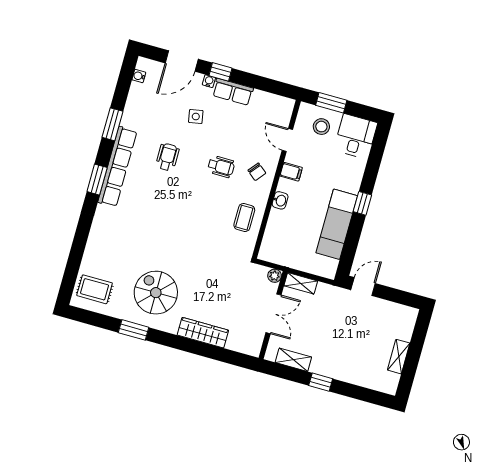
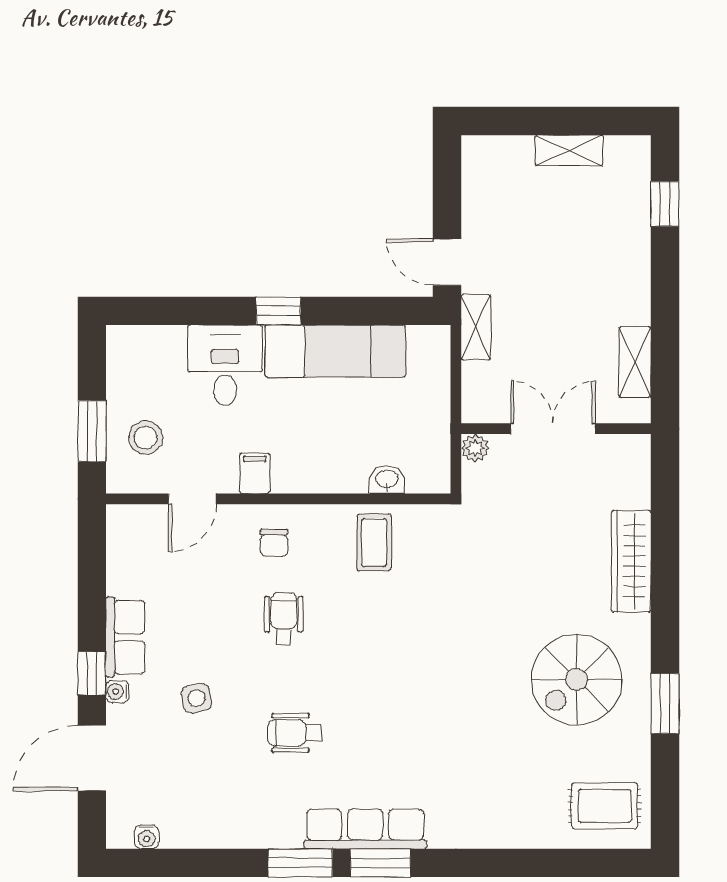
door: (182, 61) -> (92, 758), swing flipped
window: (112, 124) -> (300, 863), moved
desk: (356, 136) -> (225, 365), moved, turned 90
row of seats: (117, 167) -> (365, 829), width x0.73
chair: (257, 172) -> (274, 543), turned 141
washbasin: (280, 200) -> (387, 480), moved
coffee table: (244, 218) -> (374, 543), turned 90
shelving: (301, 283) -> (476, 327), moved
rug: (95, 289) -> (605, 806), turned 90
window: (321, 382) -> (665, 204), moved

